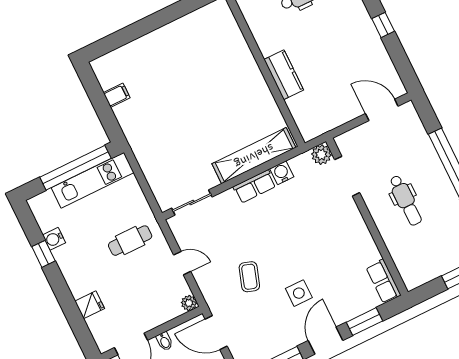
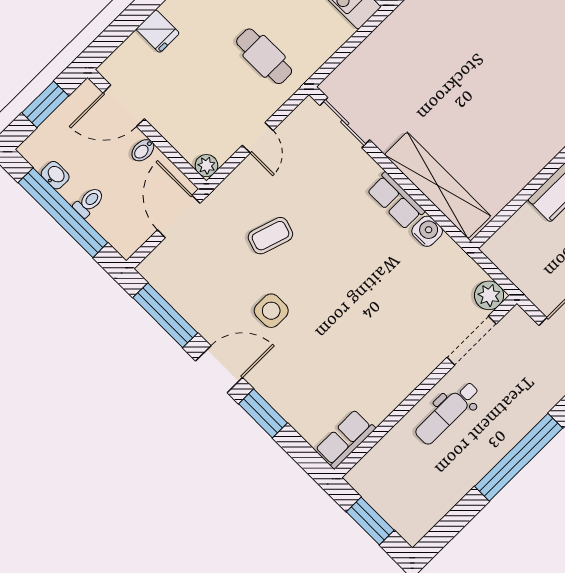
plant: (321, 155) -> (489, 295), moved
doorway: (347, 176) -> (472, 341), moved
wall: (367, 217) -> (426, 386), moved
row of seats: (383, 281) -> (345, 439), moved

